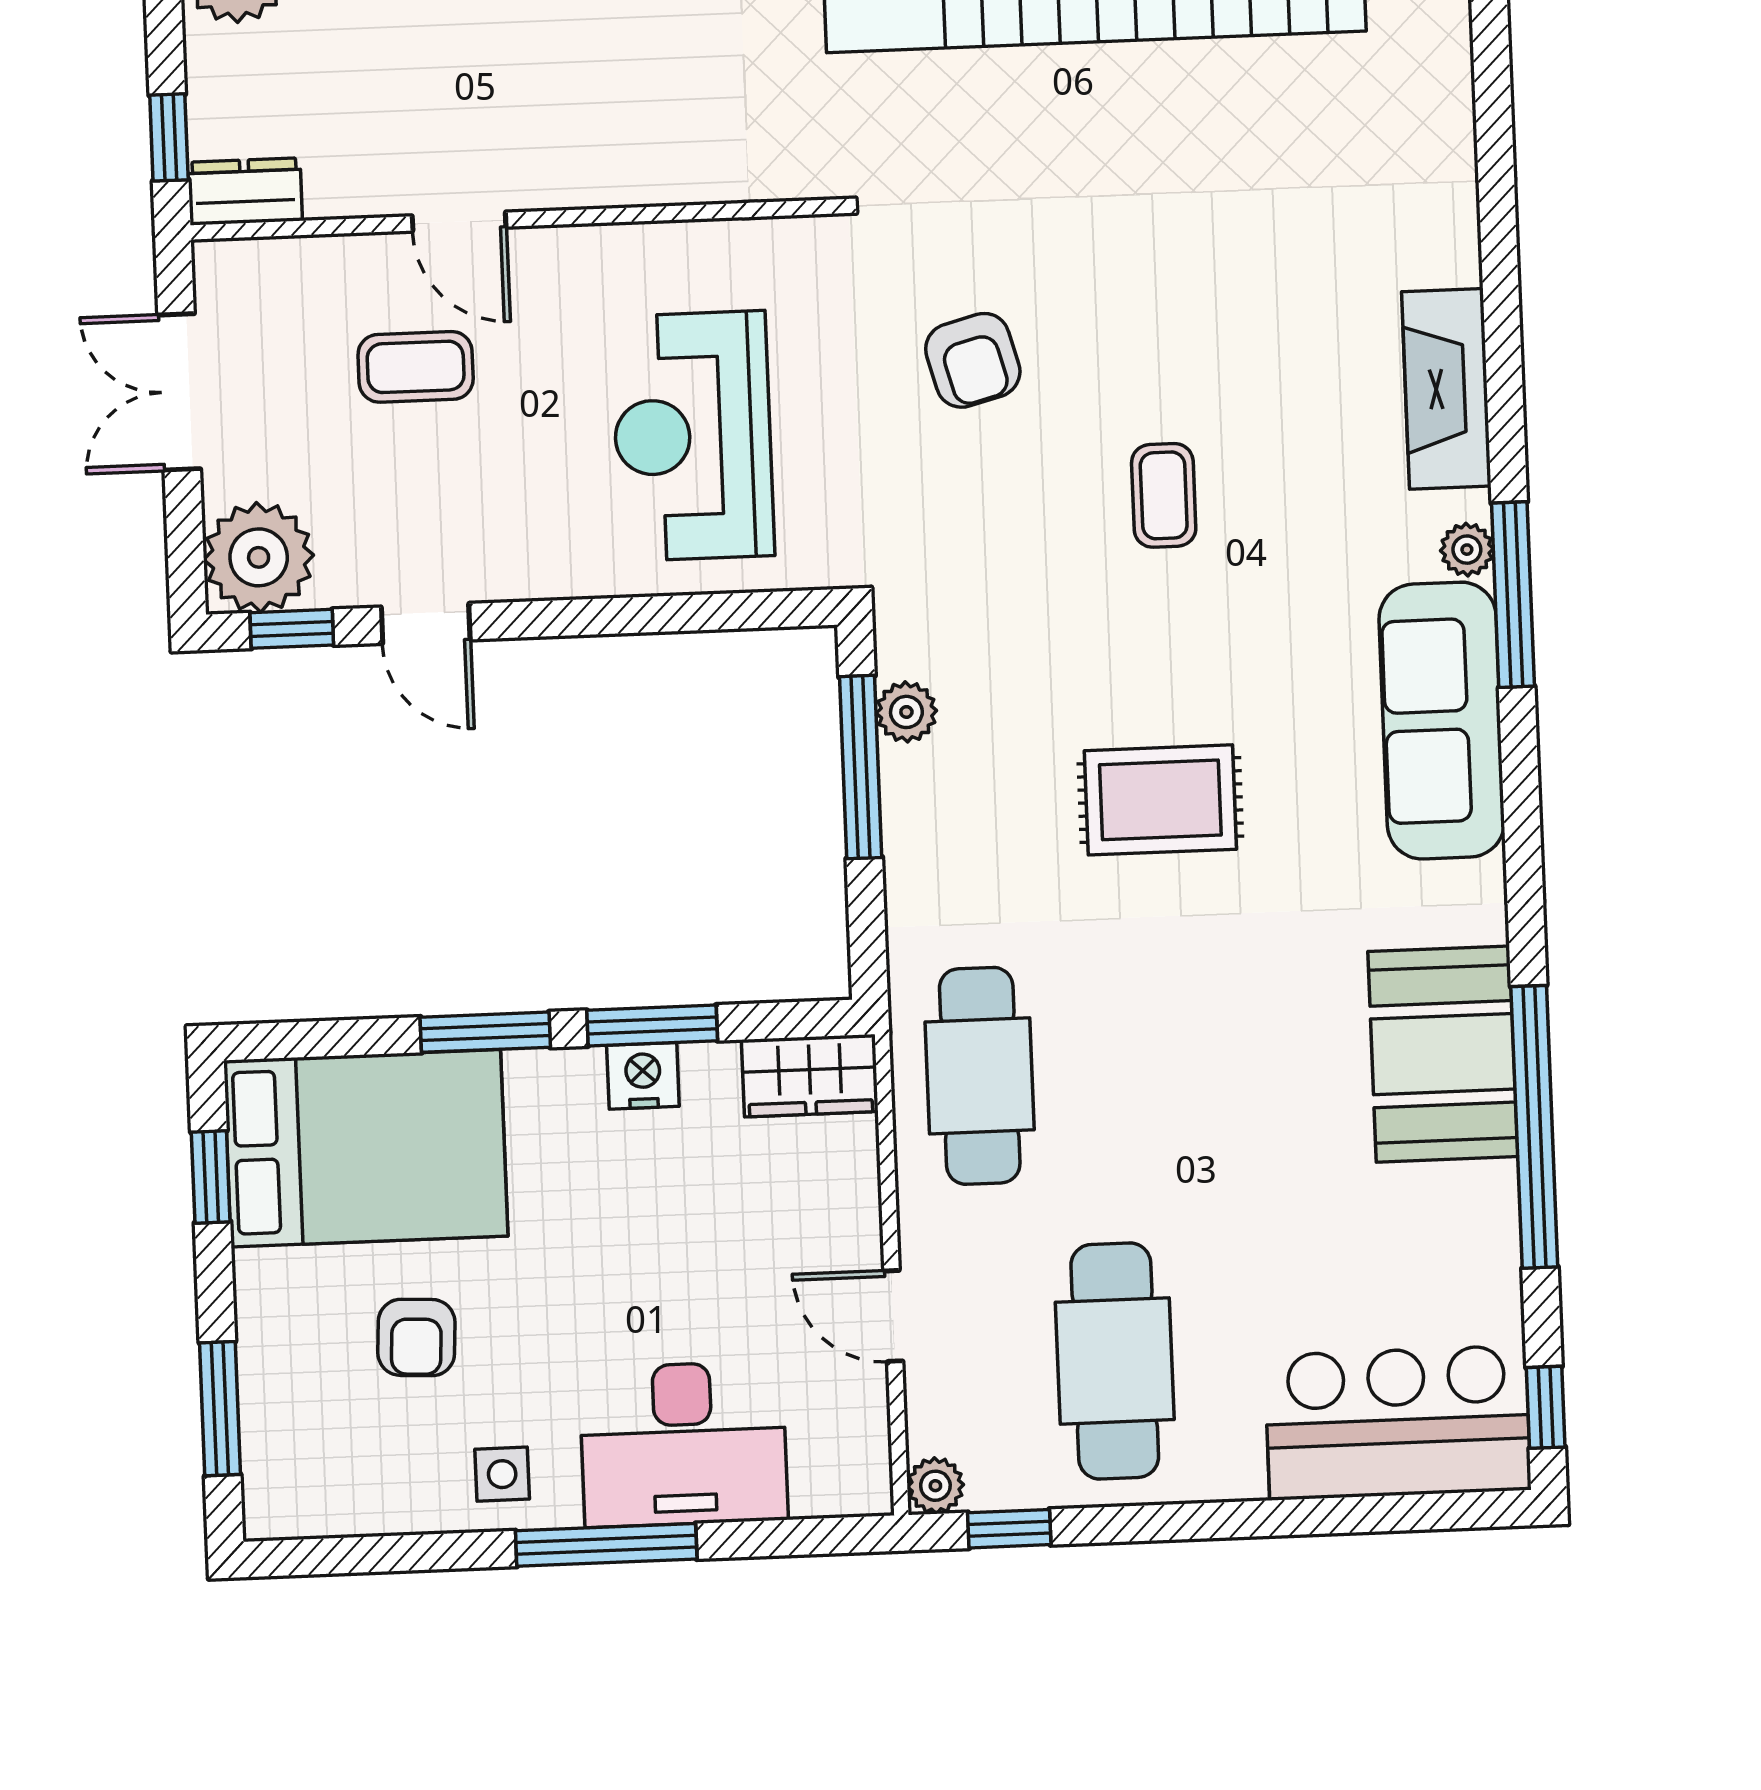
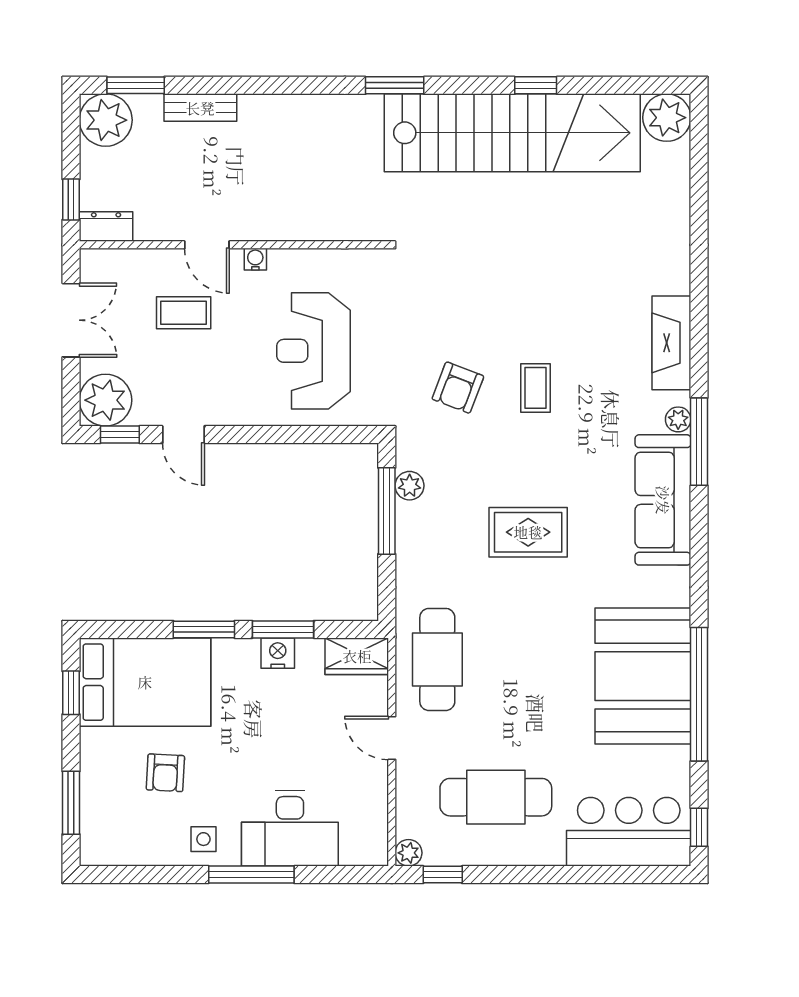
water cooler: (562, 248) -> (255, 259), added
armchair: (973, 360) -> (458, 388), moved, turned 36
double door: (179, 392) -> (71, 320), swing flipped
booth: (1443, 1054) -> (643, 676), width x1.36, depth x1.42
door: (893, 1316) -> (392, 738), moved
cafe table: (1115, 1361) -> (496, 797), turned 90

